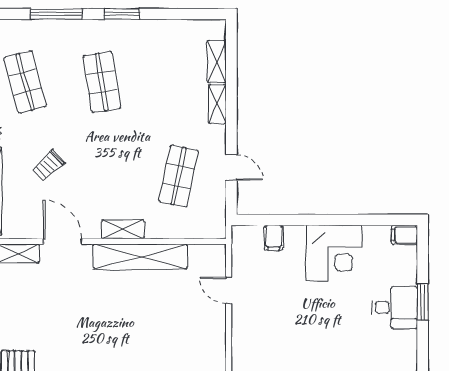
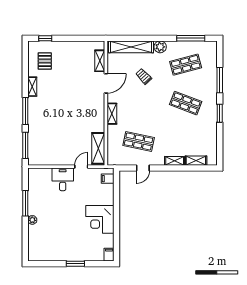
shop shelf: (102, 82) -> (186, 103), turned 30
filing cabinet: (274, 238) -> (108, 179), moved
shelving: (140, 257) -> (98, 148), moved, width x0.68
desk: (395, 308) -> (63, 179), moved, turned 180

